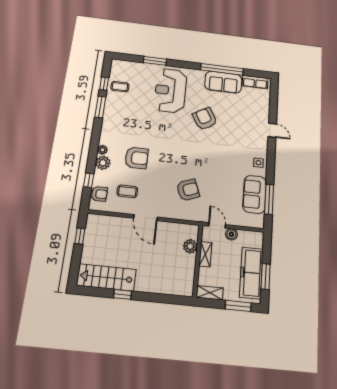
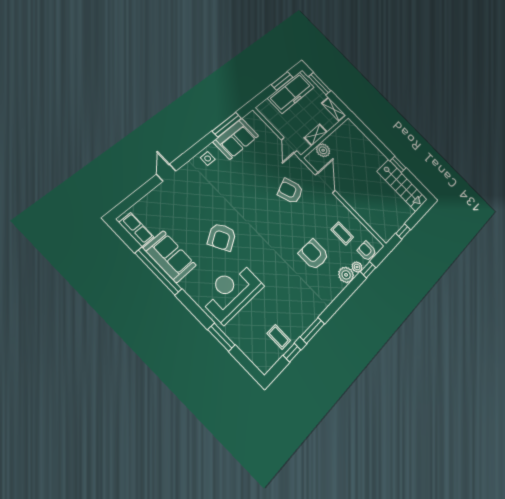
reception desk: (171, 90) -> (232, 292), turned 180
plant: (102, 150) -> (357, 267), moved
door: (146, 218) -> (325, 183), moved
boiler: (231, 234) -> (283, 129), removed

